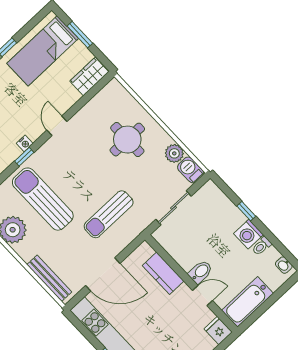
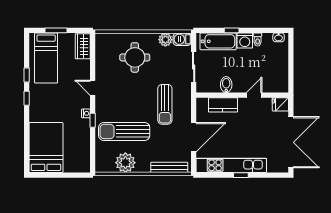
bidet: (200, 272) -> (226, 85), moved
bathtub: (247, 302) -> (218, 41), moved, turned -90

